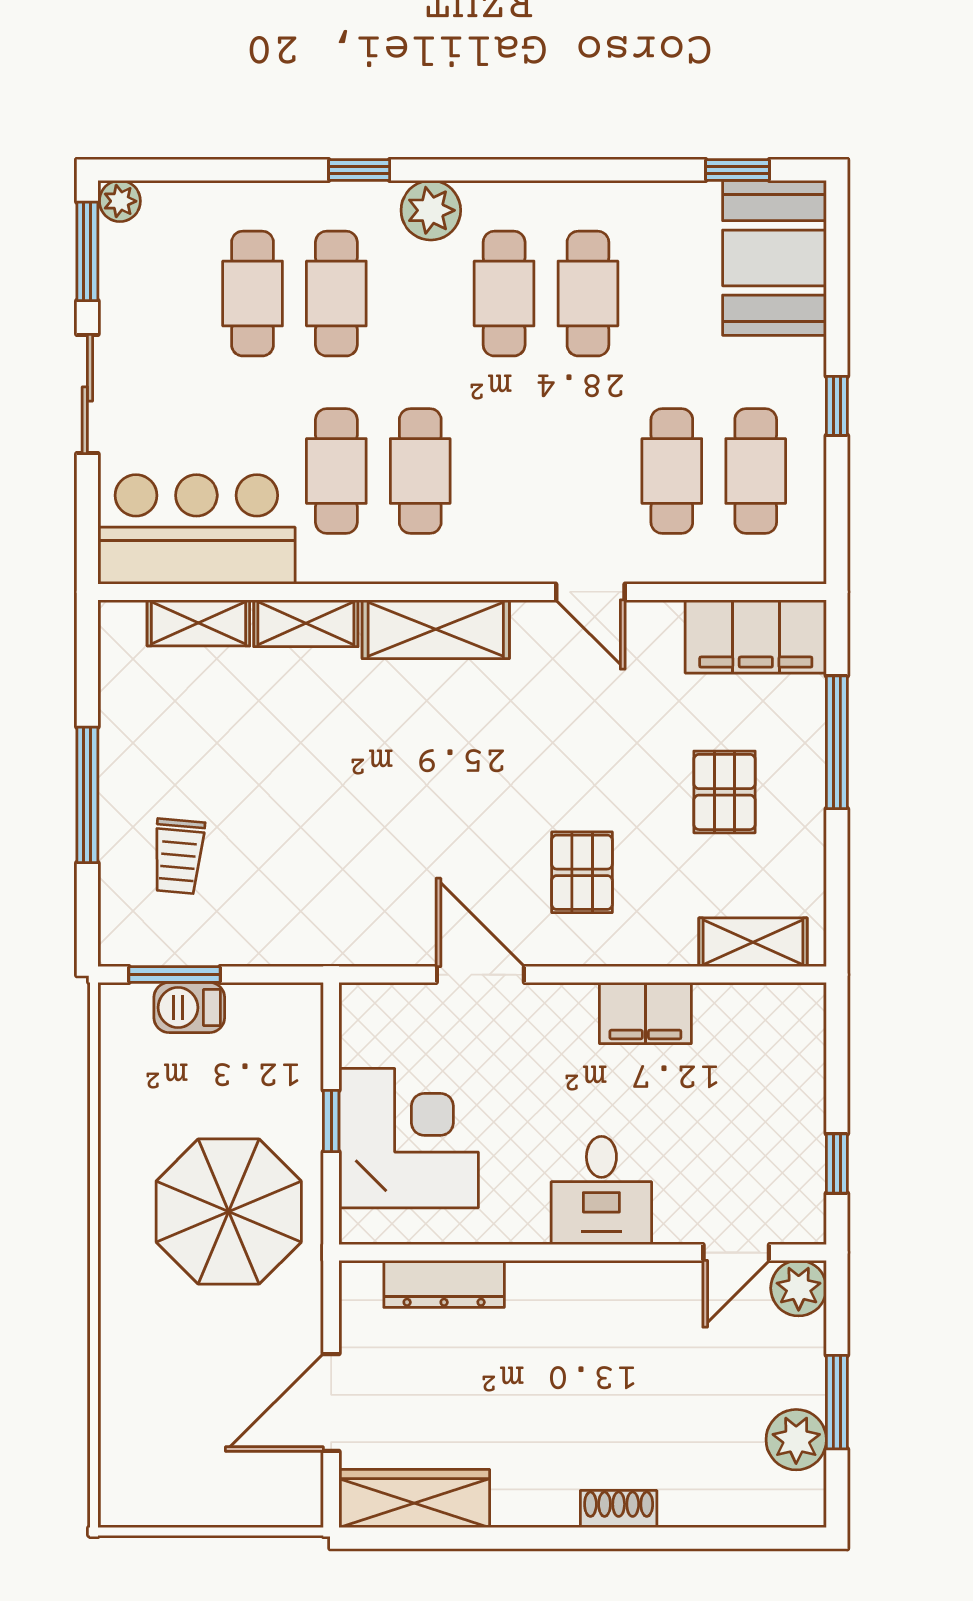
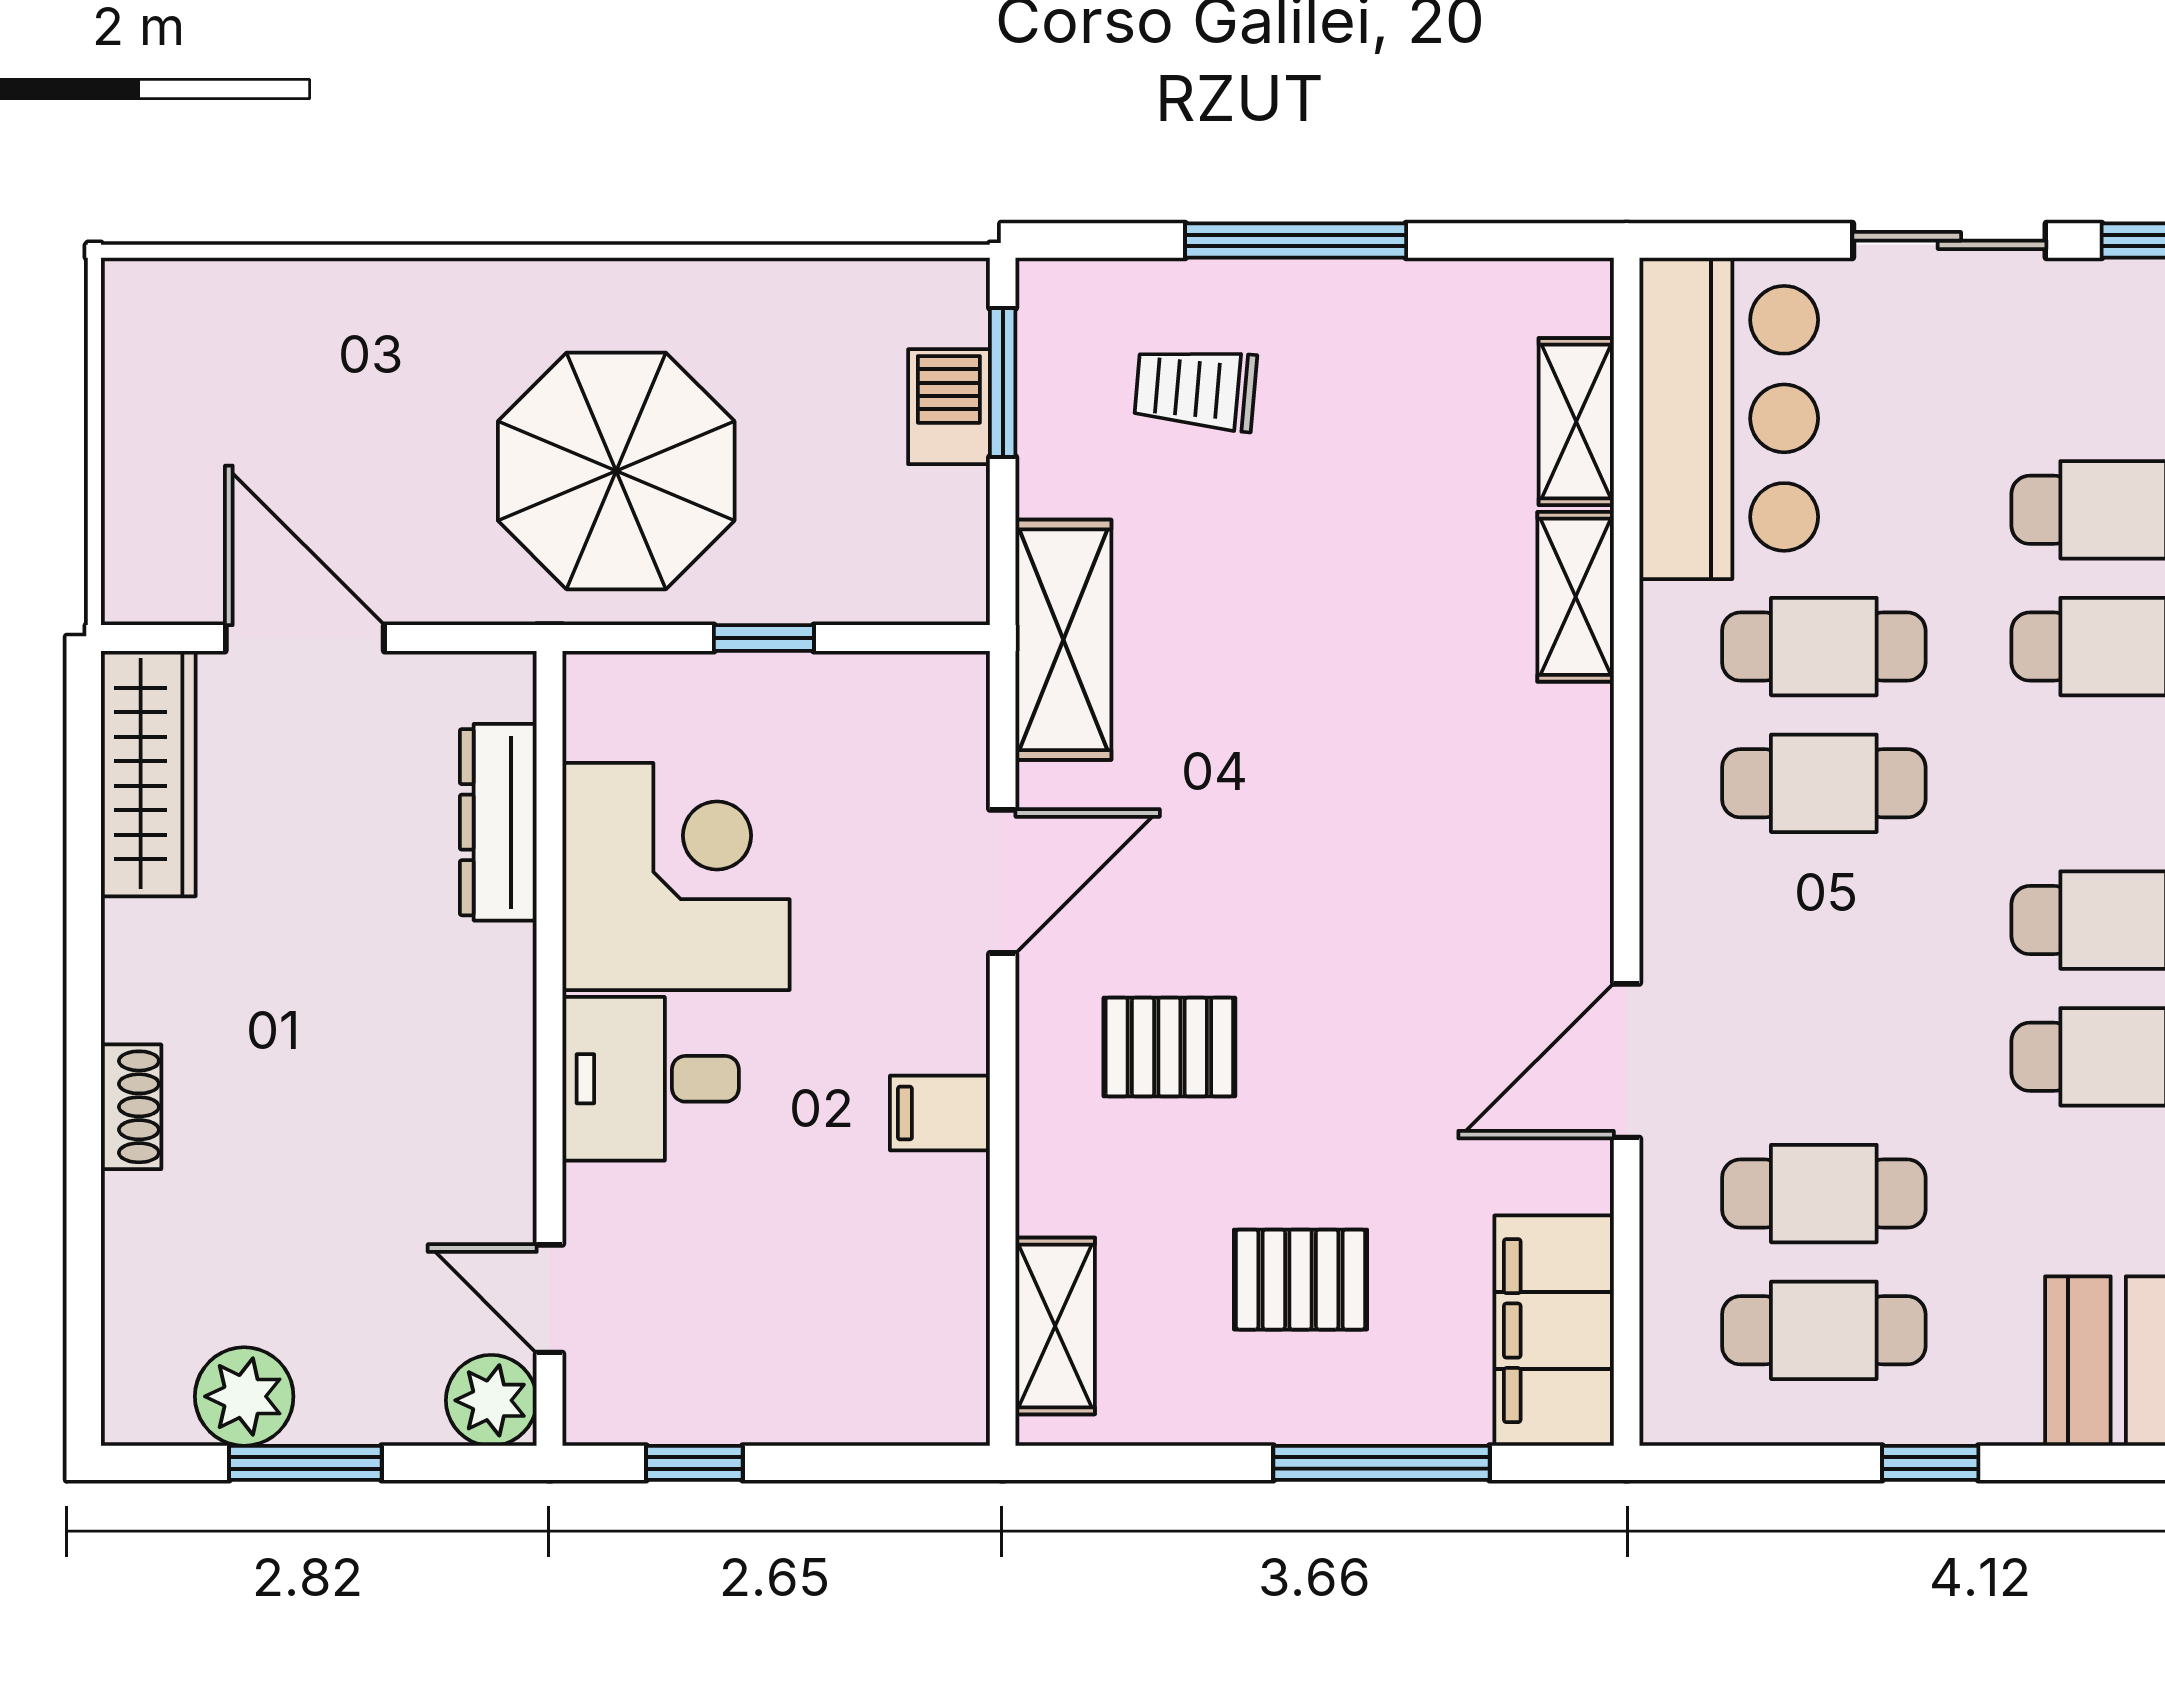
door: (590, 592) -> (1627, 1061), width x1.38
shelving: (436, 629) -> (1063, 640), moved
filing cabinet: (645, 1013) -> (940, 1113), width x0.50
corner desk: (409, 1138) -> (676, 876), moved, turned -90

